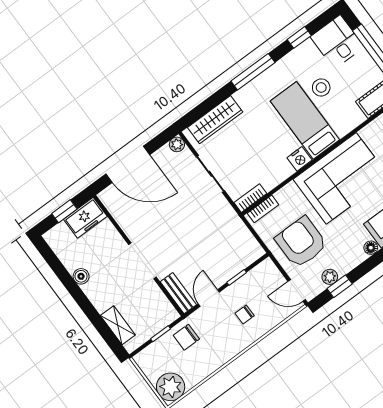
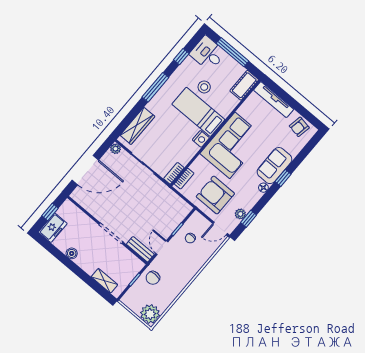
freezer: (85, 218) -> (53, 228), moved
chair: (245, 314) -> (190, 238), moved

